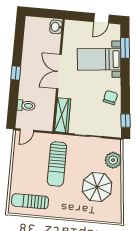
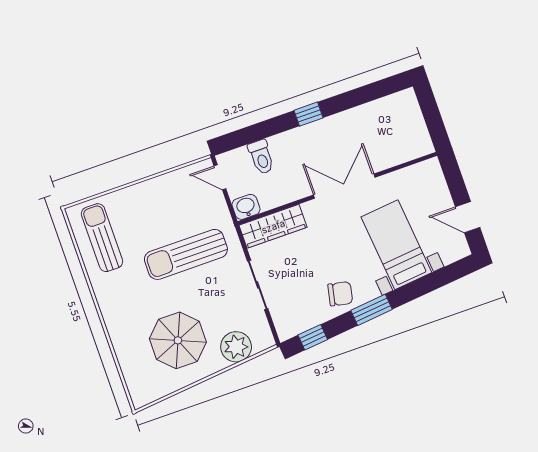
washbasin: (56, 27) -> (246, 207), moved
window: (125, 48) -> (372, 310), moved

